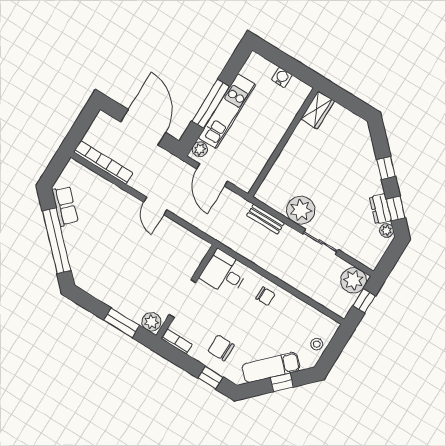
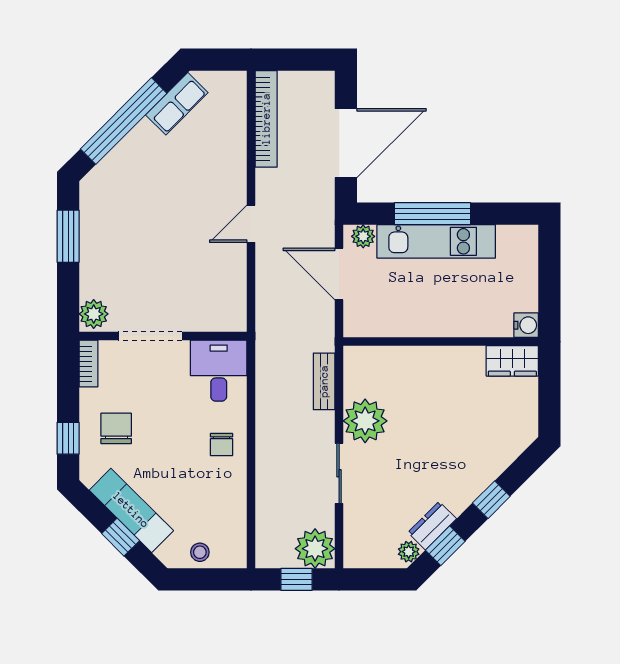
water cooler: (282, 77) -> (526, 325), moved
door: (212, 175) -> (339, 274), hinge flipped
window: (122, 323) -> (68, 236), moved

